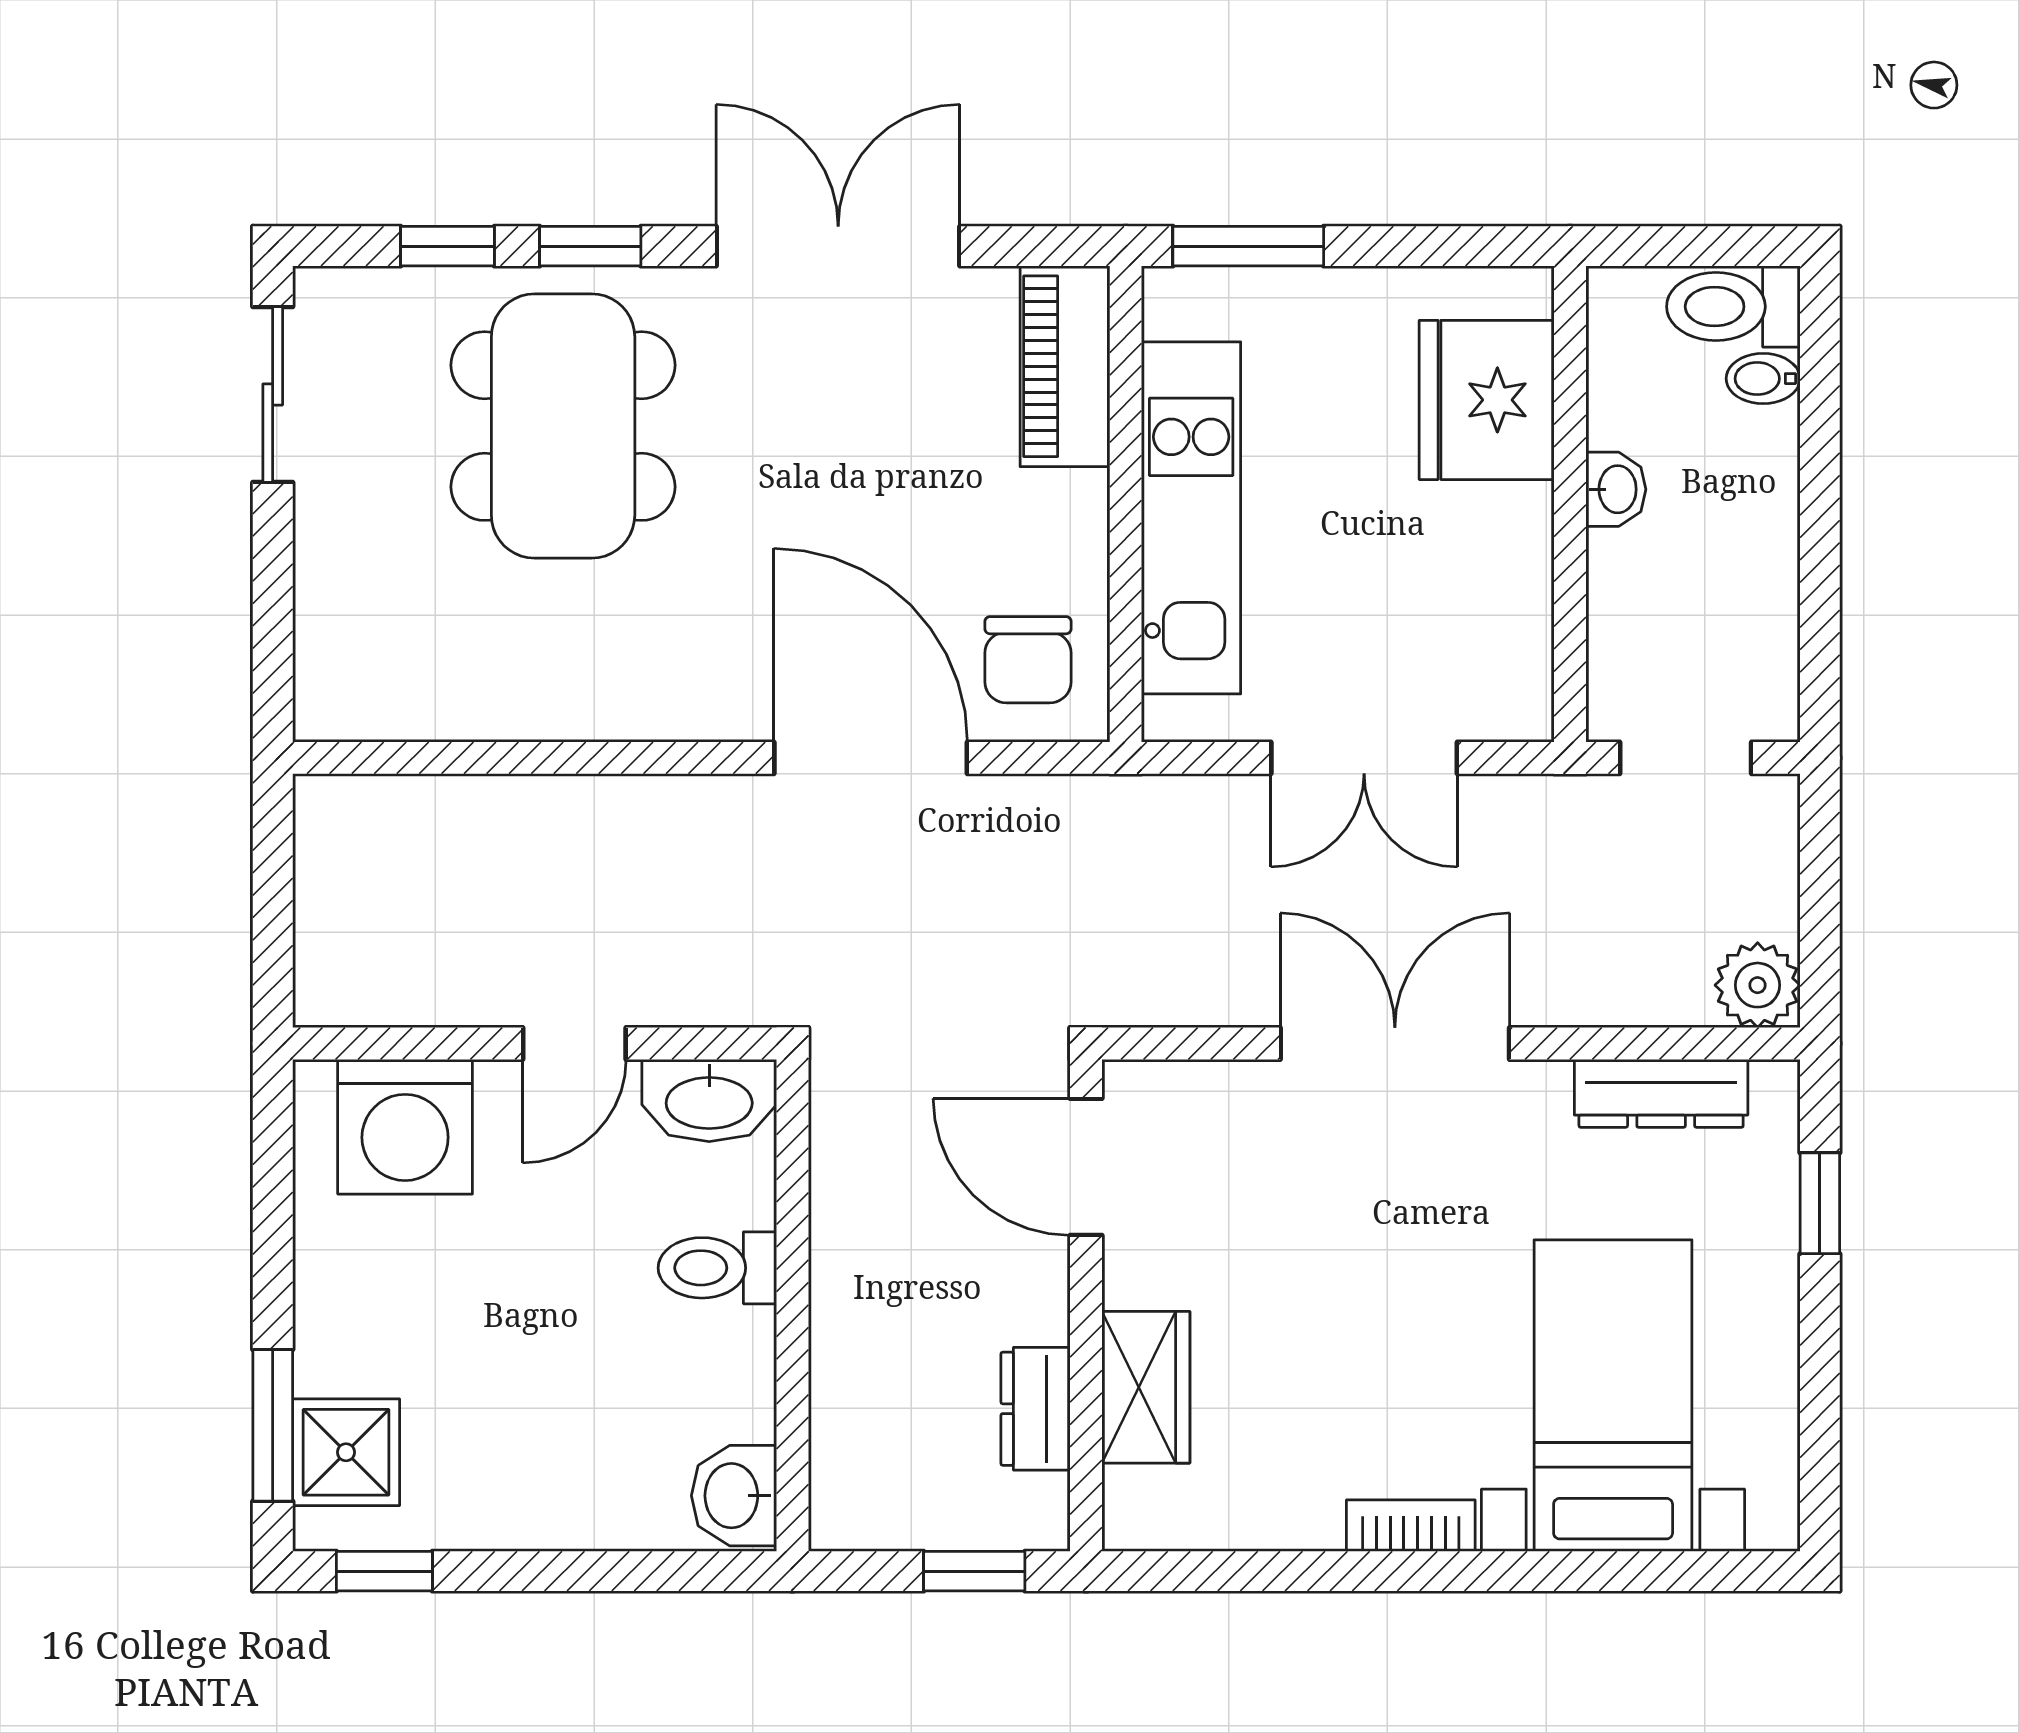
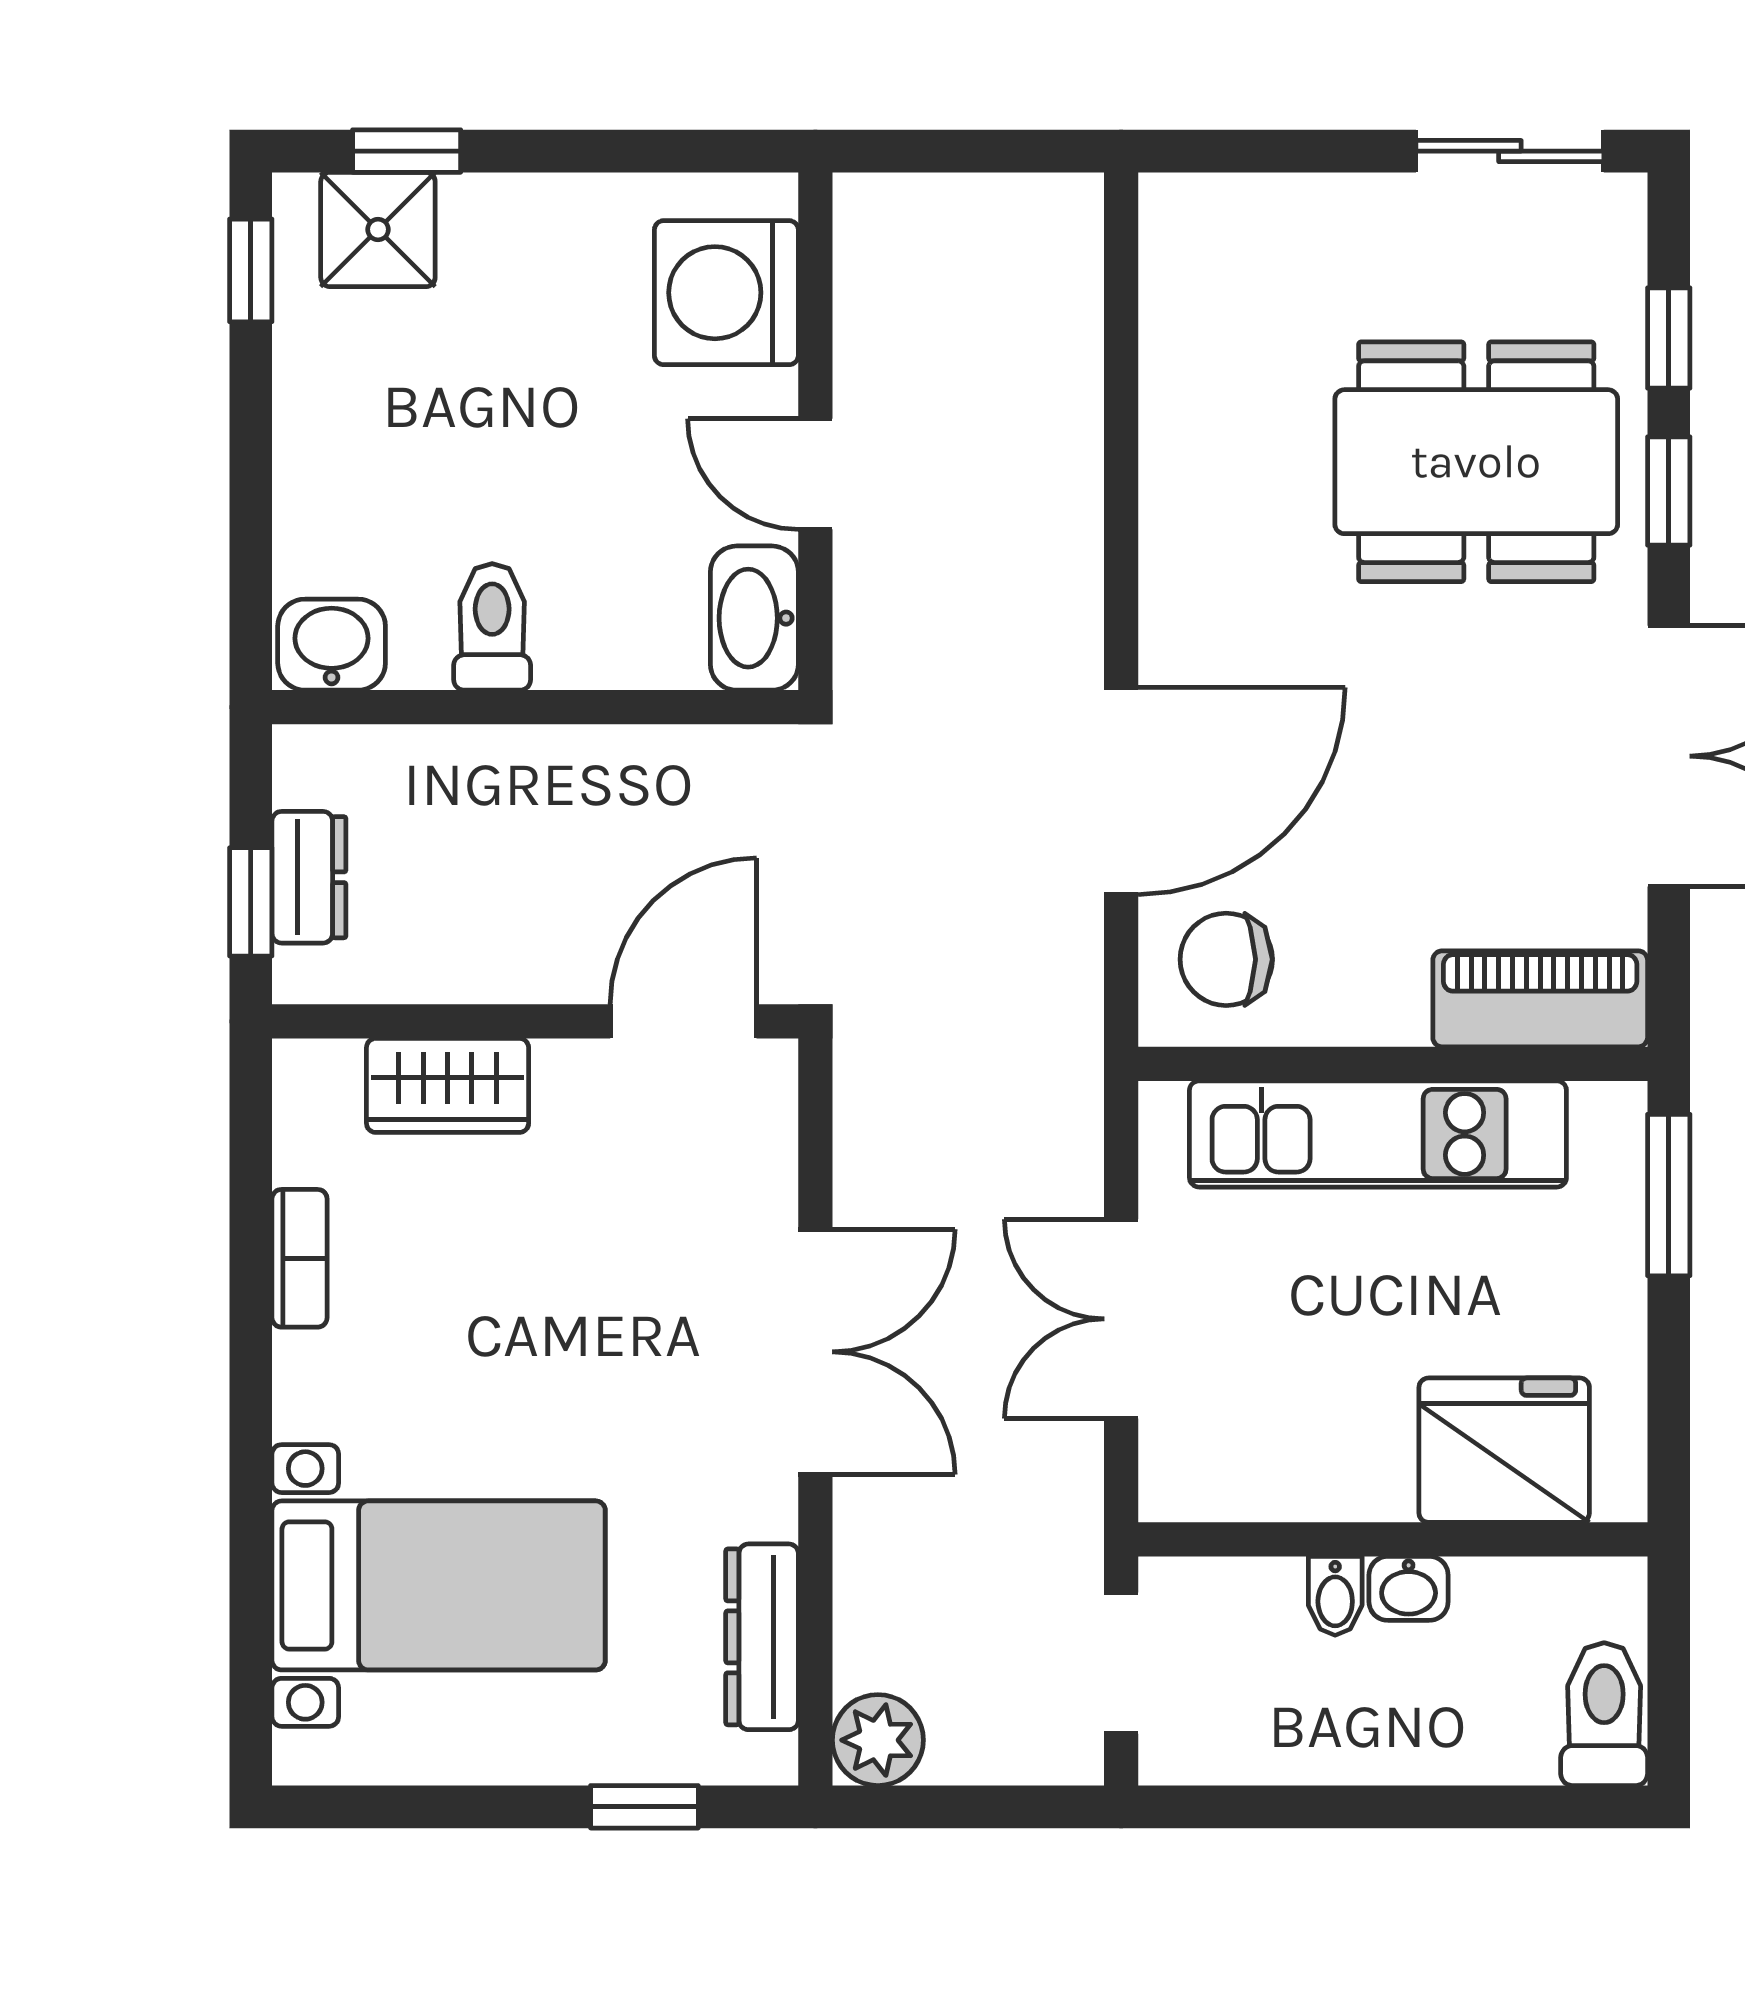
bidet: (1763, 379) -> (1335, 1596), moved, turned 180
toilet: (717, 1268) -> (492, 627), moved
dresser: (1036, 1409) -> (309, 877), moved, turned 90
window: (273, 1425) -> (407, 151), width x0.67
bookcase: (1411, 1526) -> (300, 1258), moved

